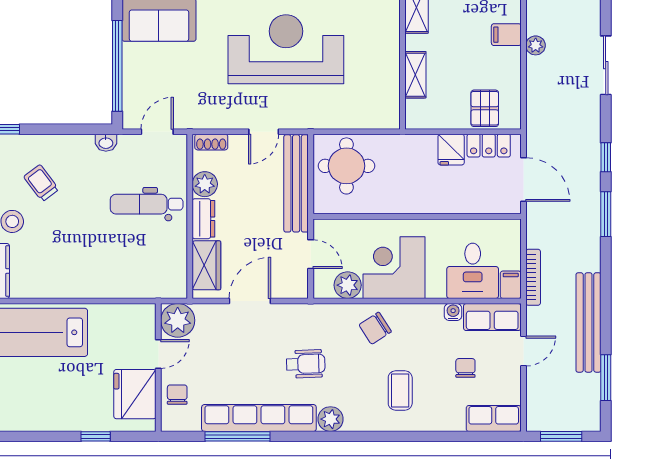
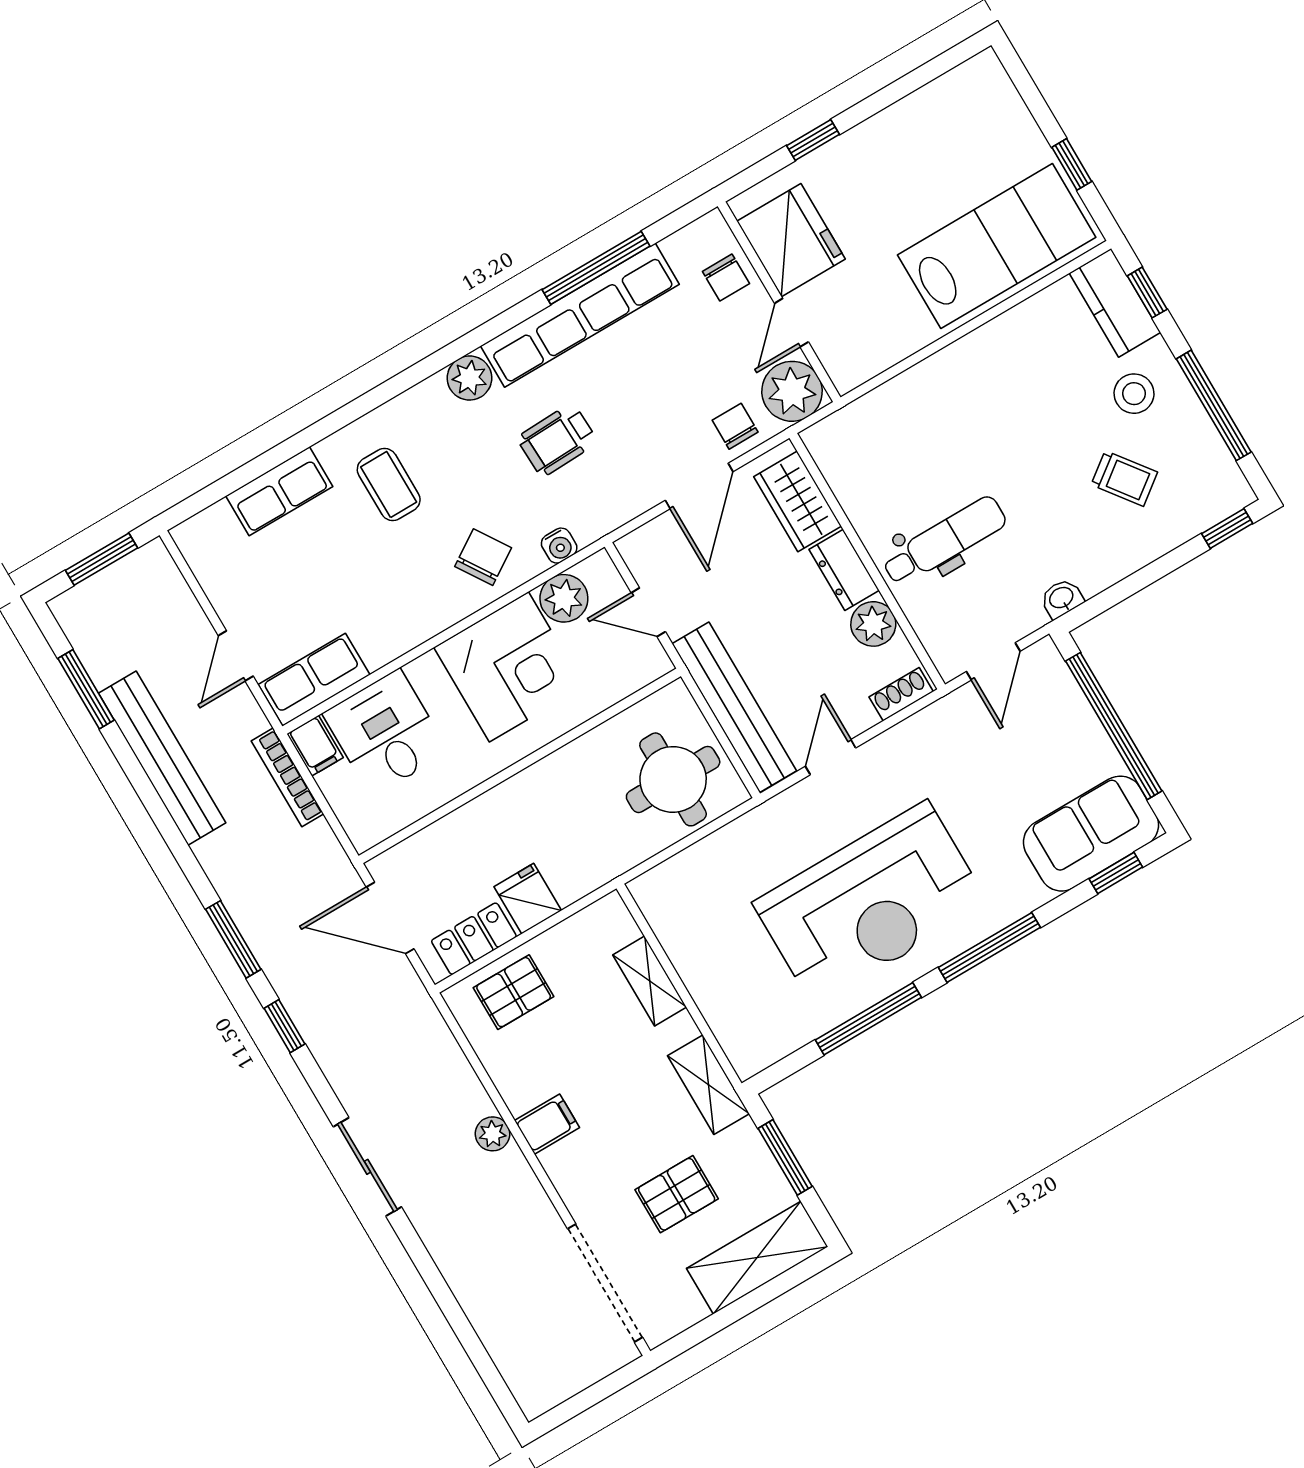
pallet: (485, 108) -> (514, 992), turned 90
water cooler: (453, 312) -> (559, 546), moved
chair: (465, 368) -> (735, 426), moved, turned 180
row of seats: (494, 418) -> (279, 491), moved

